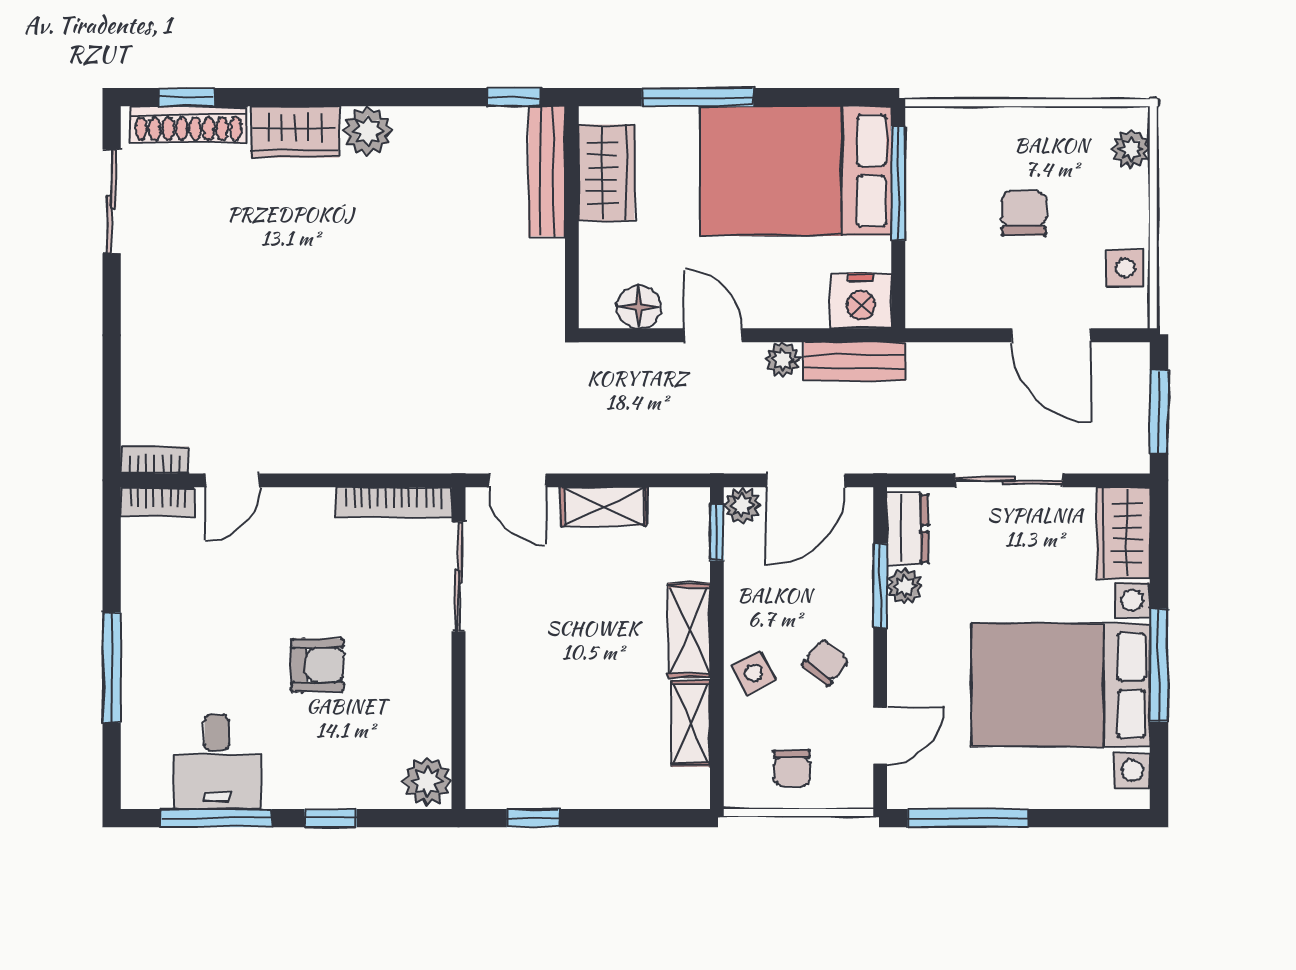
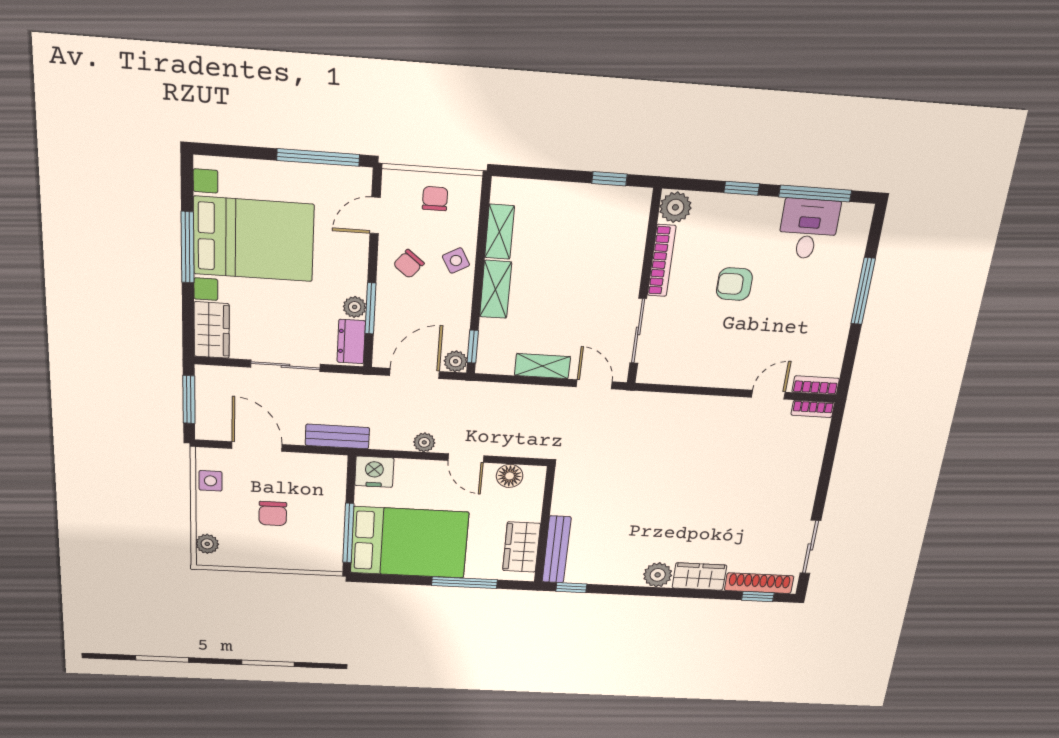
bench: (855, 361) -> (337, 436), moved
bookcase: (394, 502) -> (662, 261), moved, turned 90

